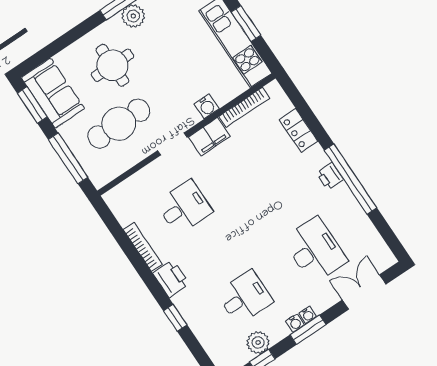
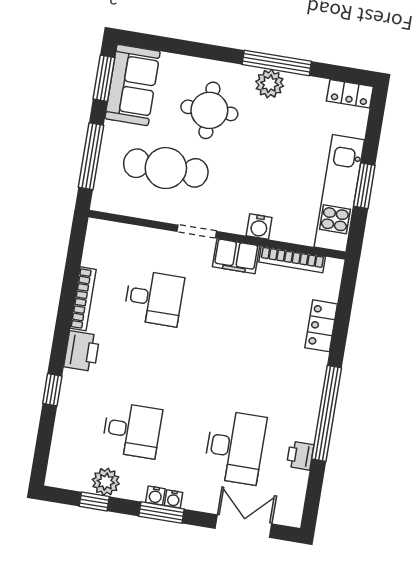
printer: (330, 176) -> (300, 456), moved

